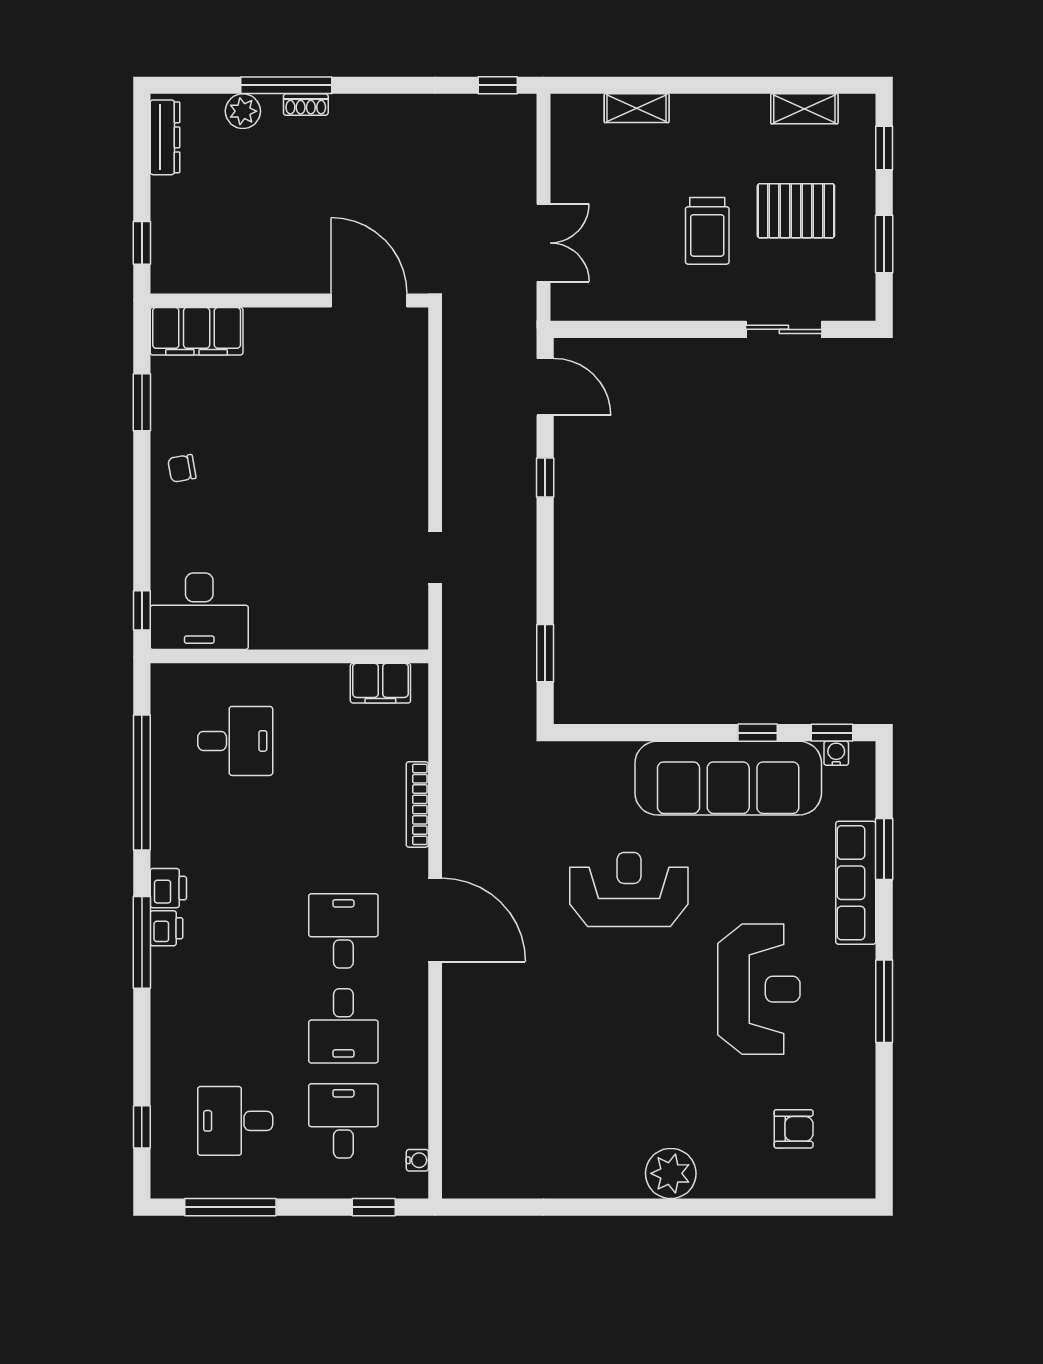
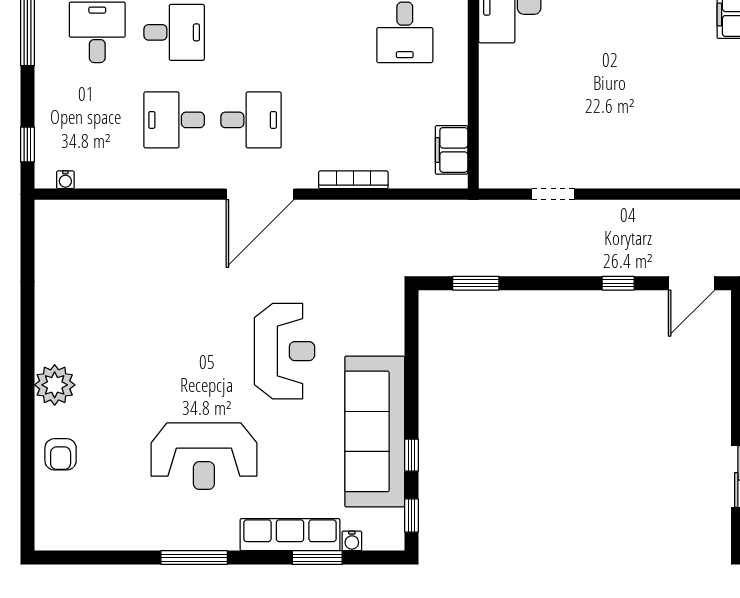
water cooler: (836, 753) -> (352, 541), moved, turned 90
desk: (343, 1121) -> (174, 32), moved
armchair: (794, 1129) -> (61, 454), moved

